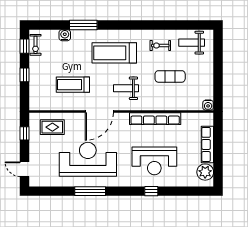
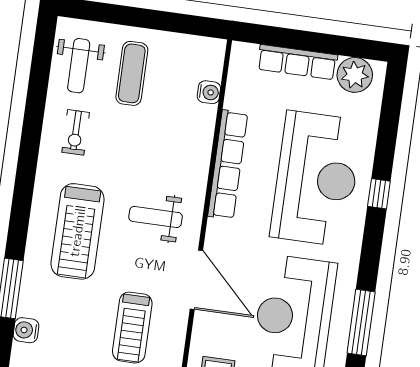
exercise mat: (170, 76) -> (132, 73), moved
weight bench: (126, 88) -> (156, 217), turned 90
water cooler: (208, 105) -> (209, 92), moved
reception desk: (154, 161) -> (316, 179), width x1.36, depth x1.30

